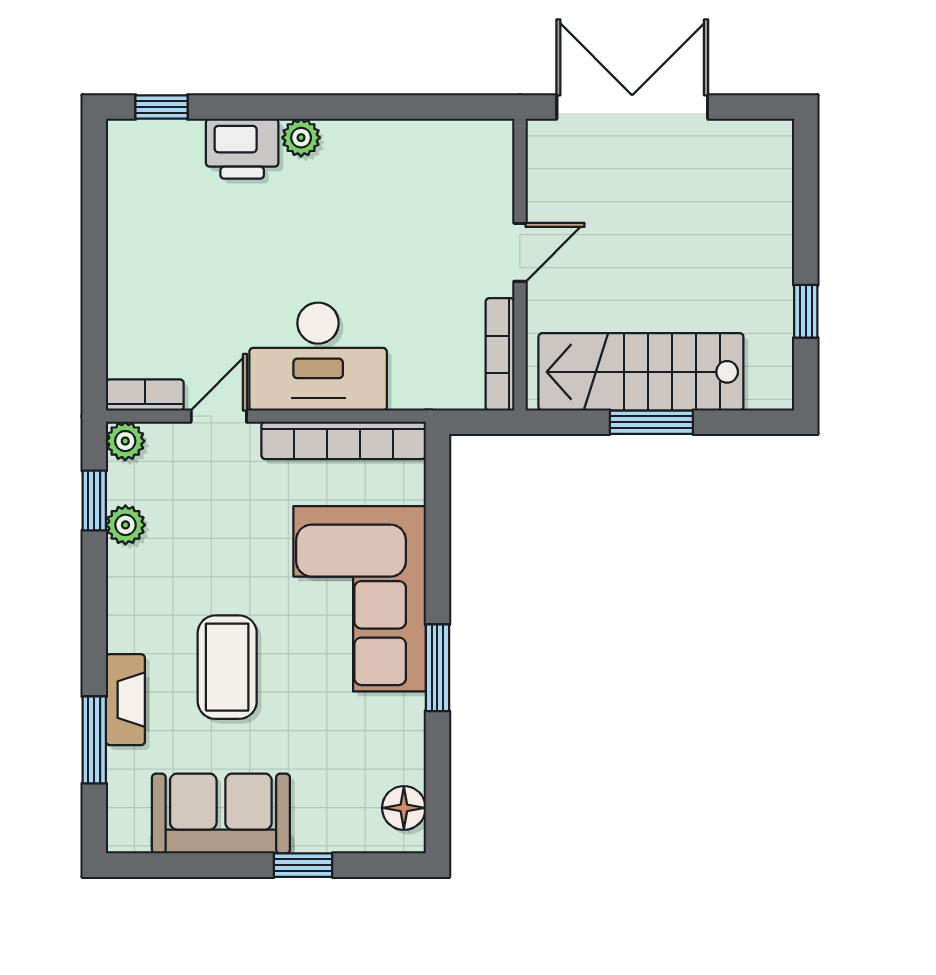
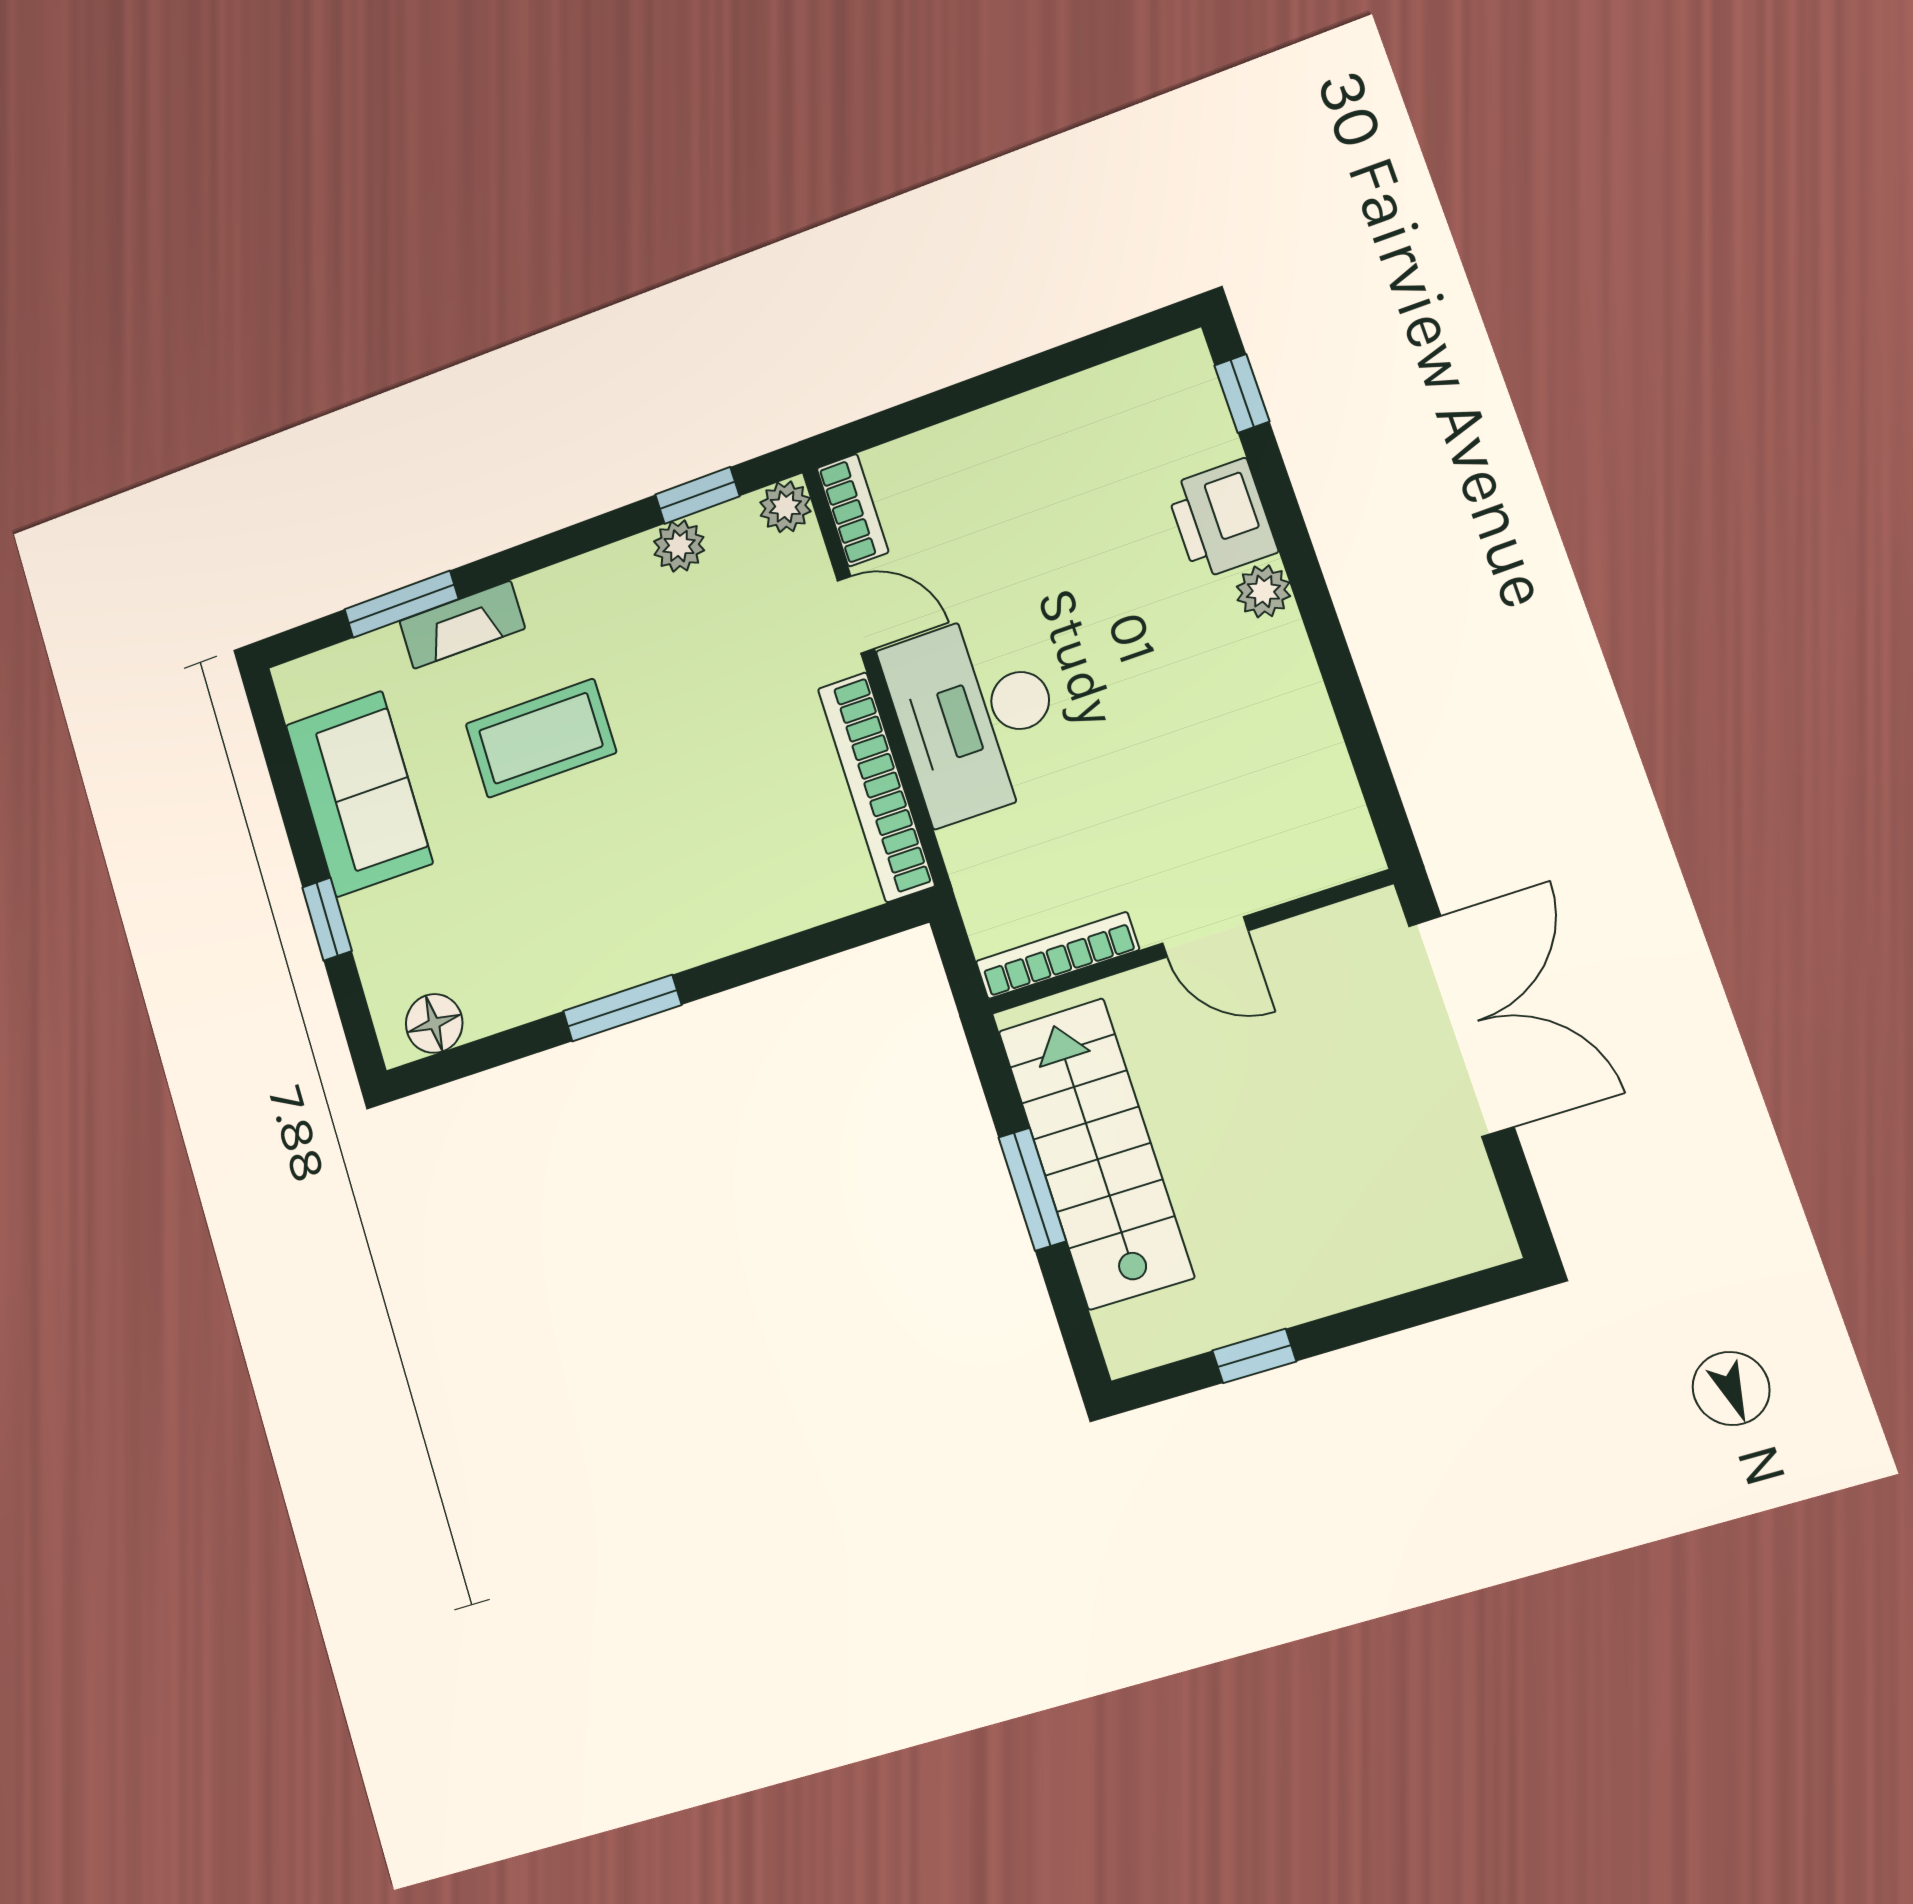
corner sofa: (360, 599) -> (679, 878), removed

